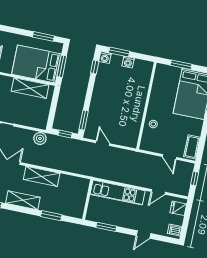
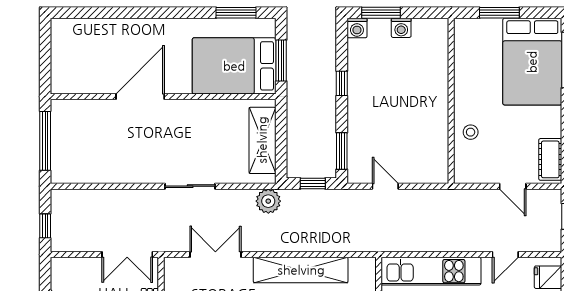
window: (95, 67) -> (342, 83), moved
shelving: (30, 88) -> (262, 140), moved, turned 90
shelving: (42, 176) -> (301, 270), width x1.47

